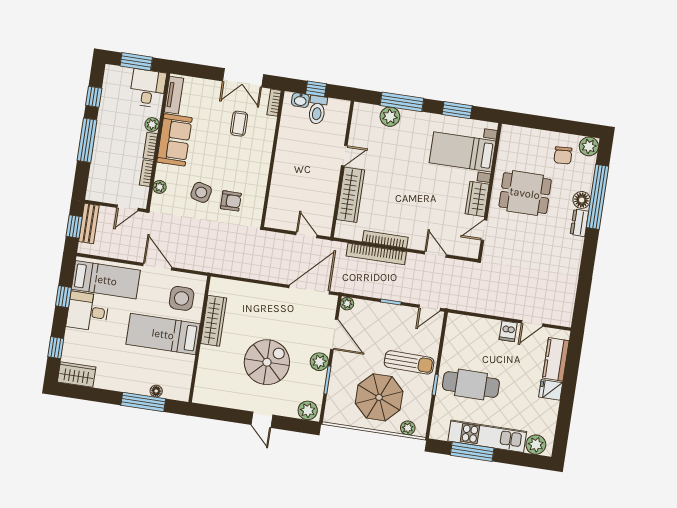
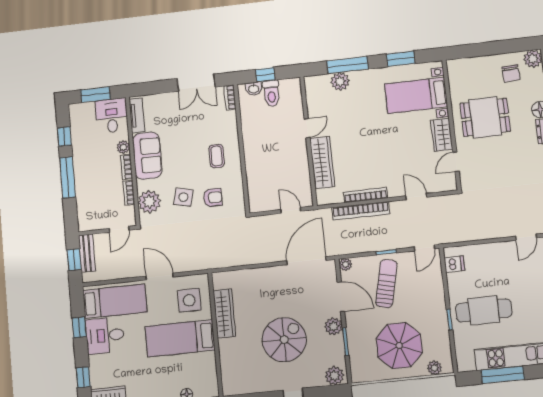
coffee table: (239, 124) -> (217, 156), moved
plant: (160, 187) -> (149, 202), width x1.87, depth x1.87
dishwasher: (508, 331) -> (454, 264), moved, turned -90
sun lounger: (409, 362) -> (386, 284), moved, turned -78

